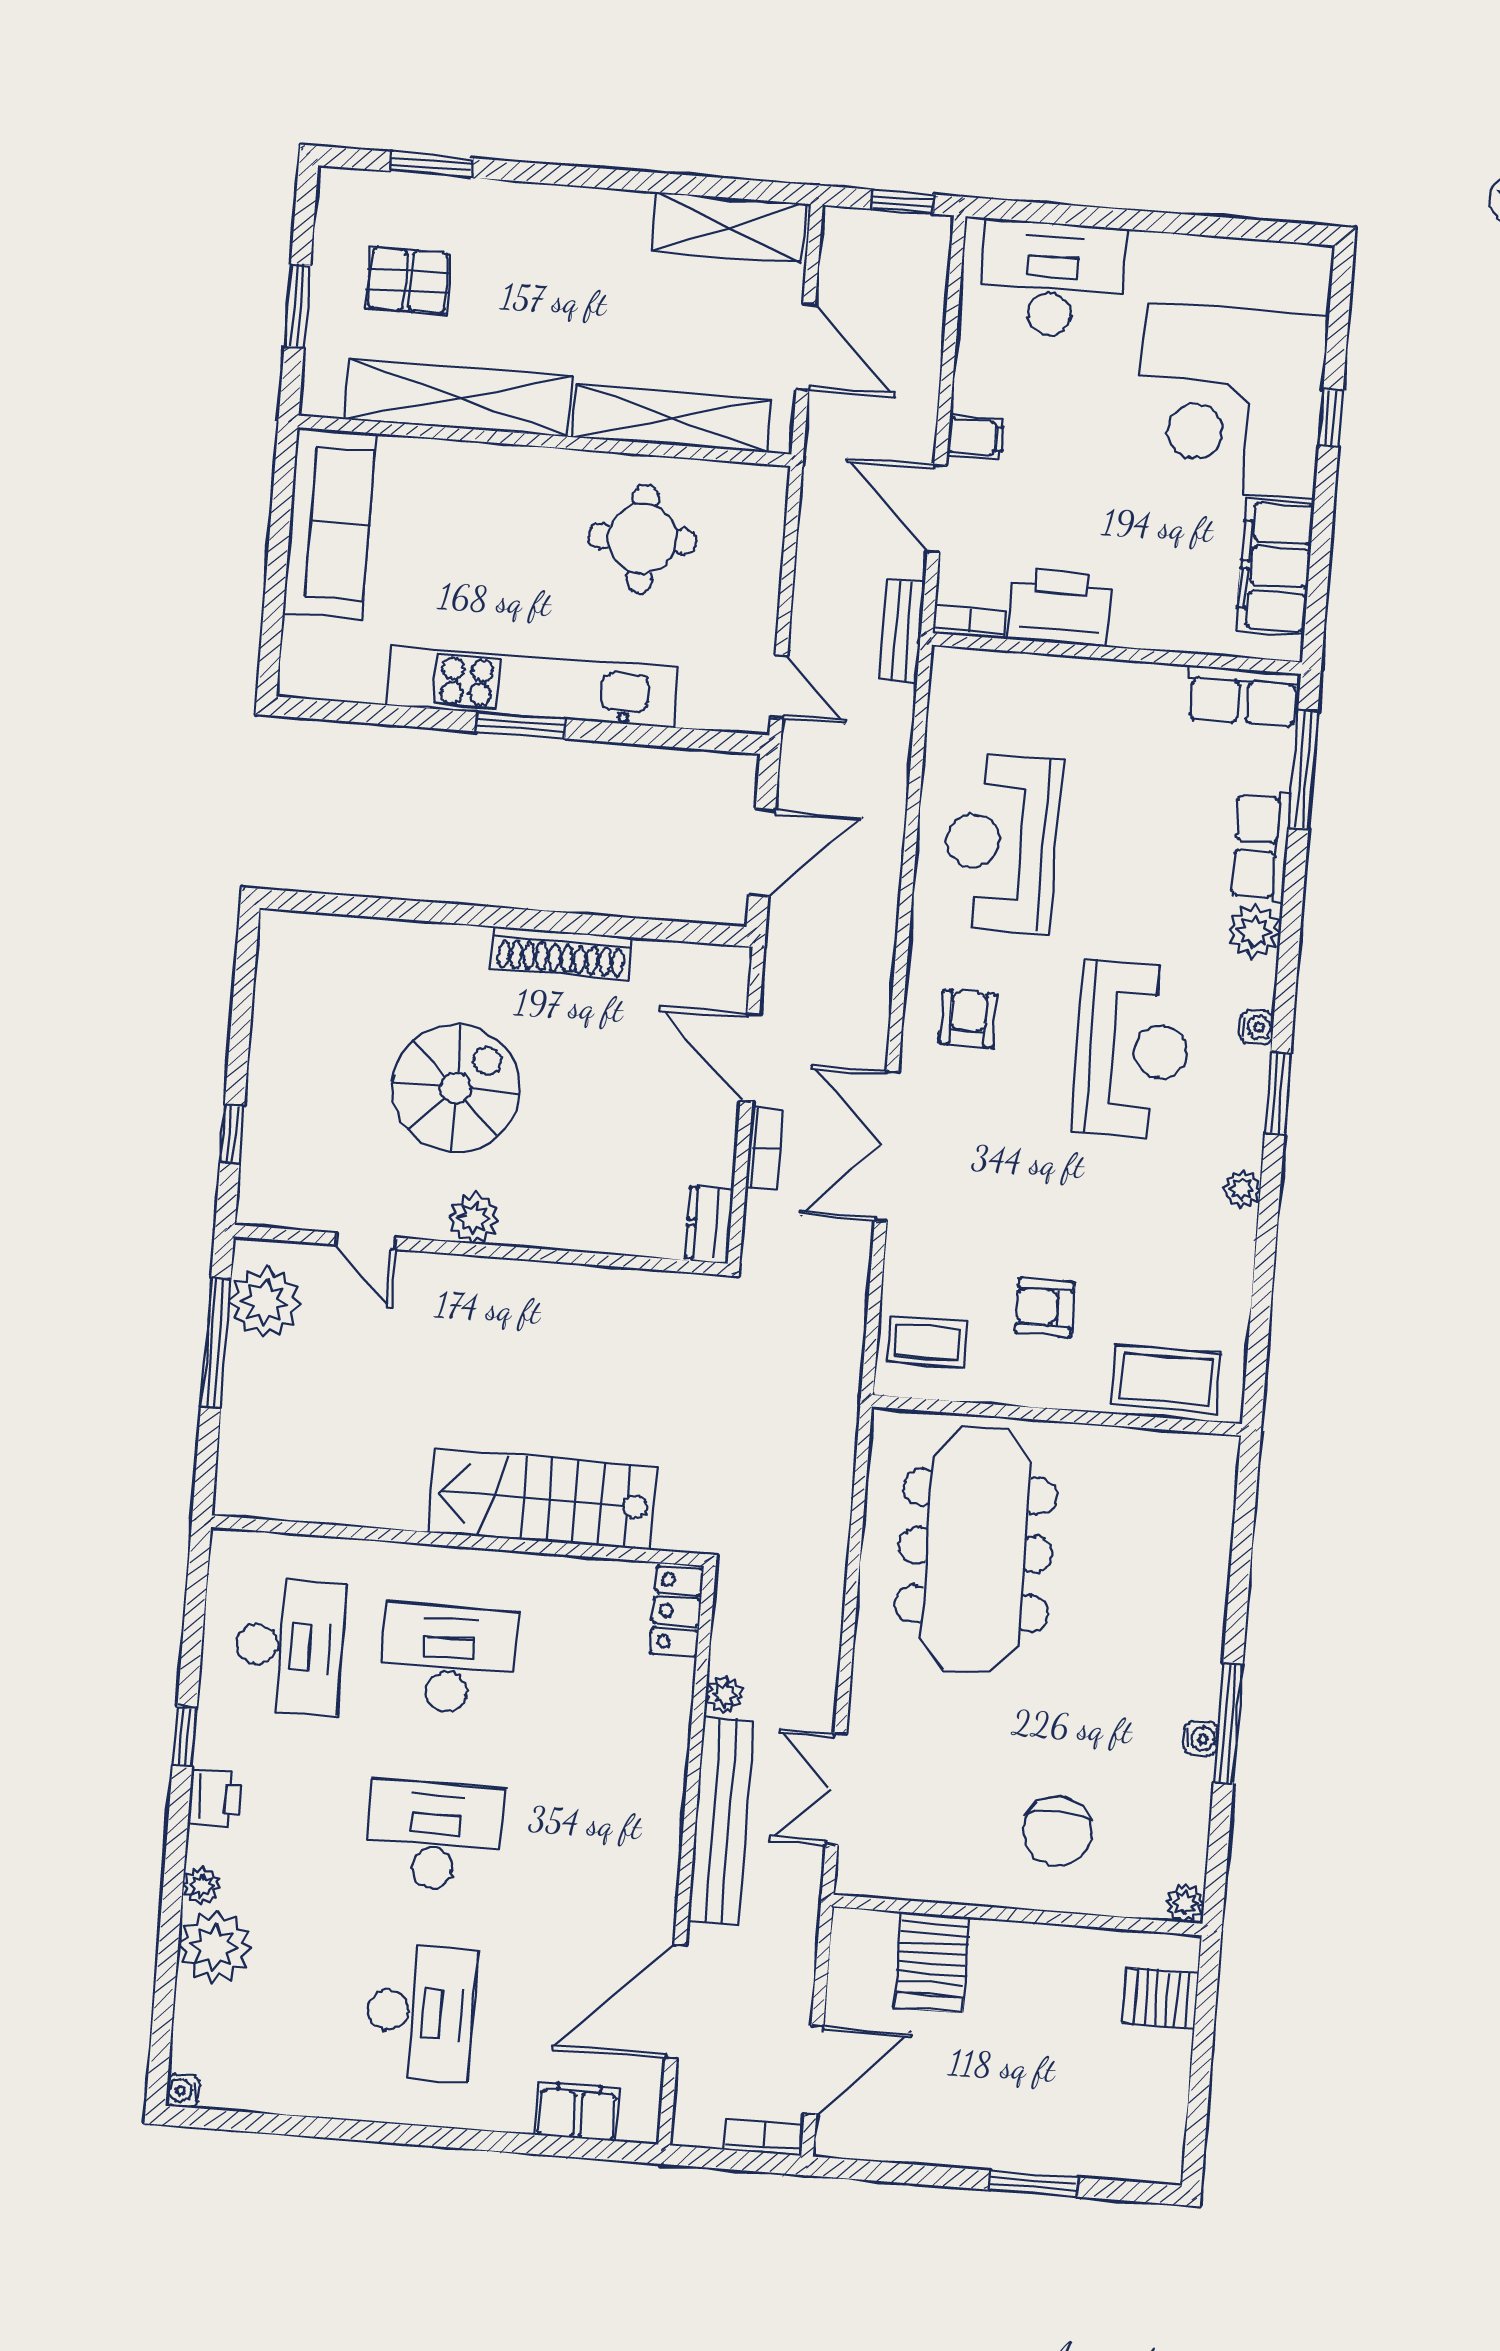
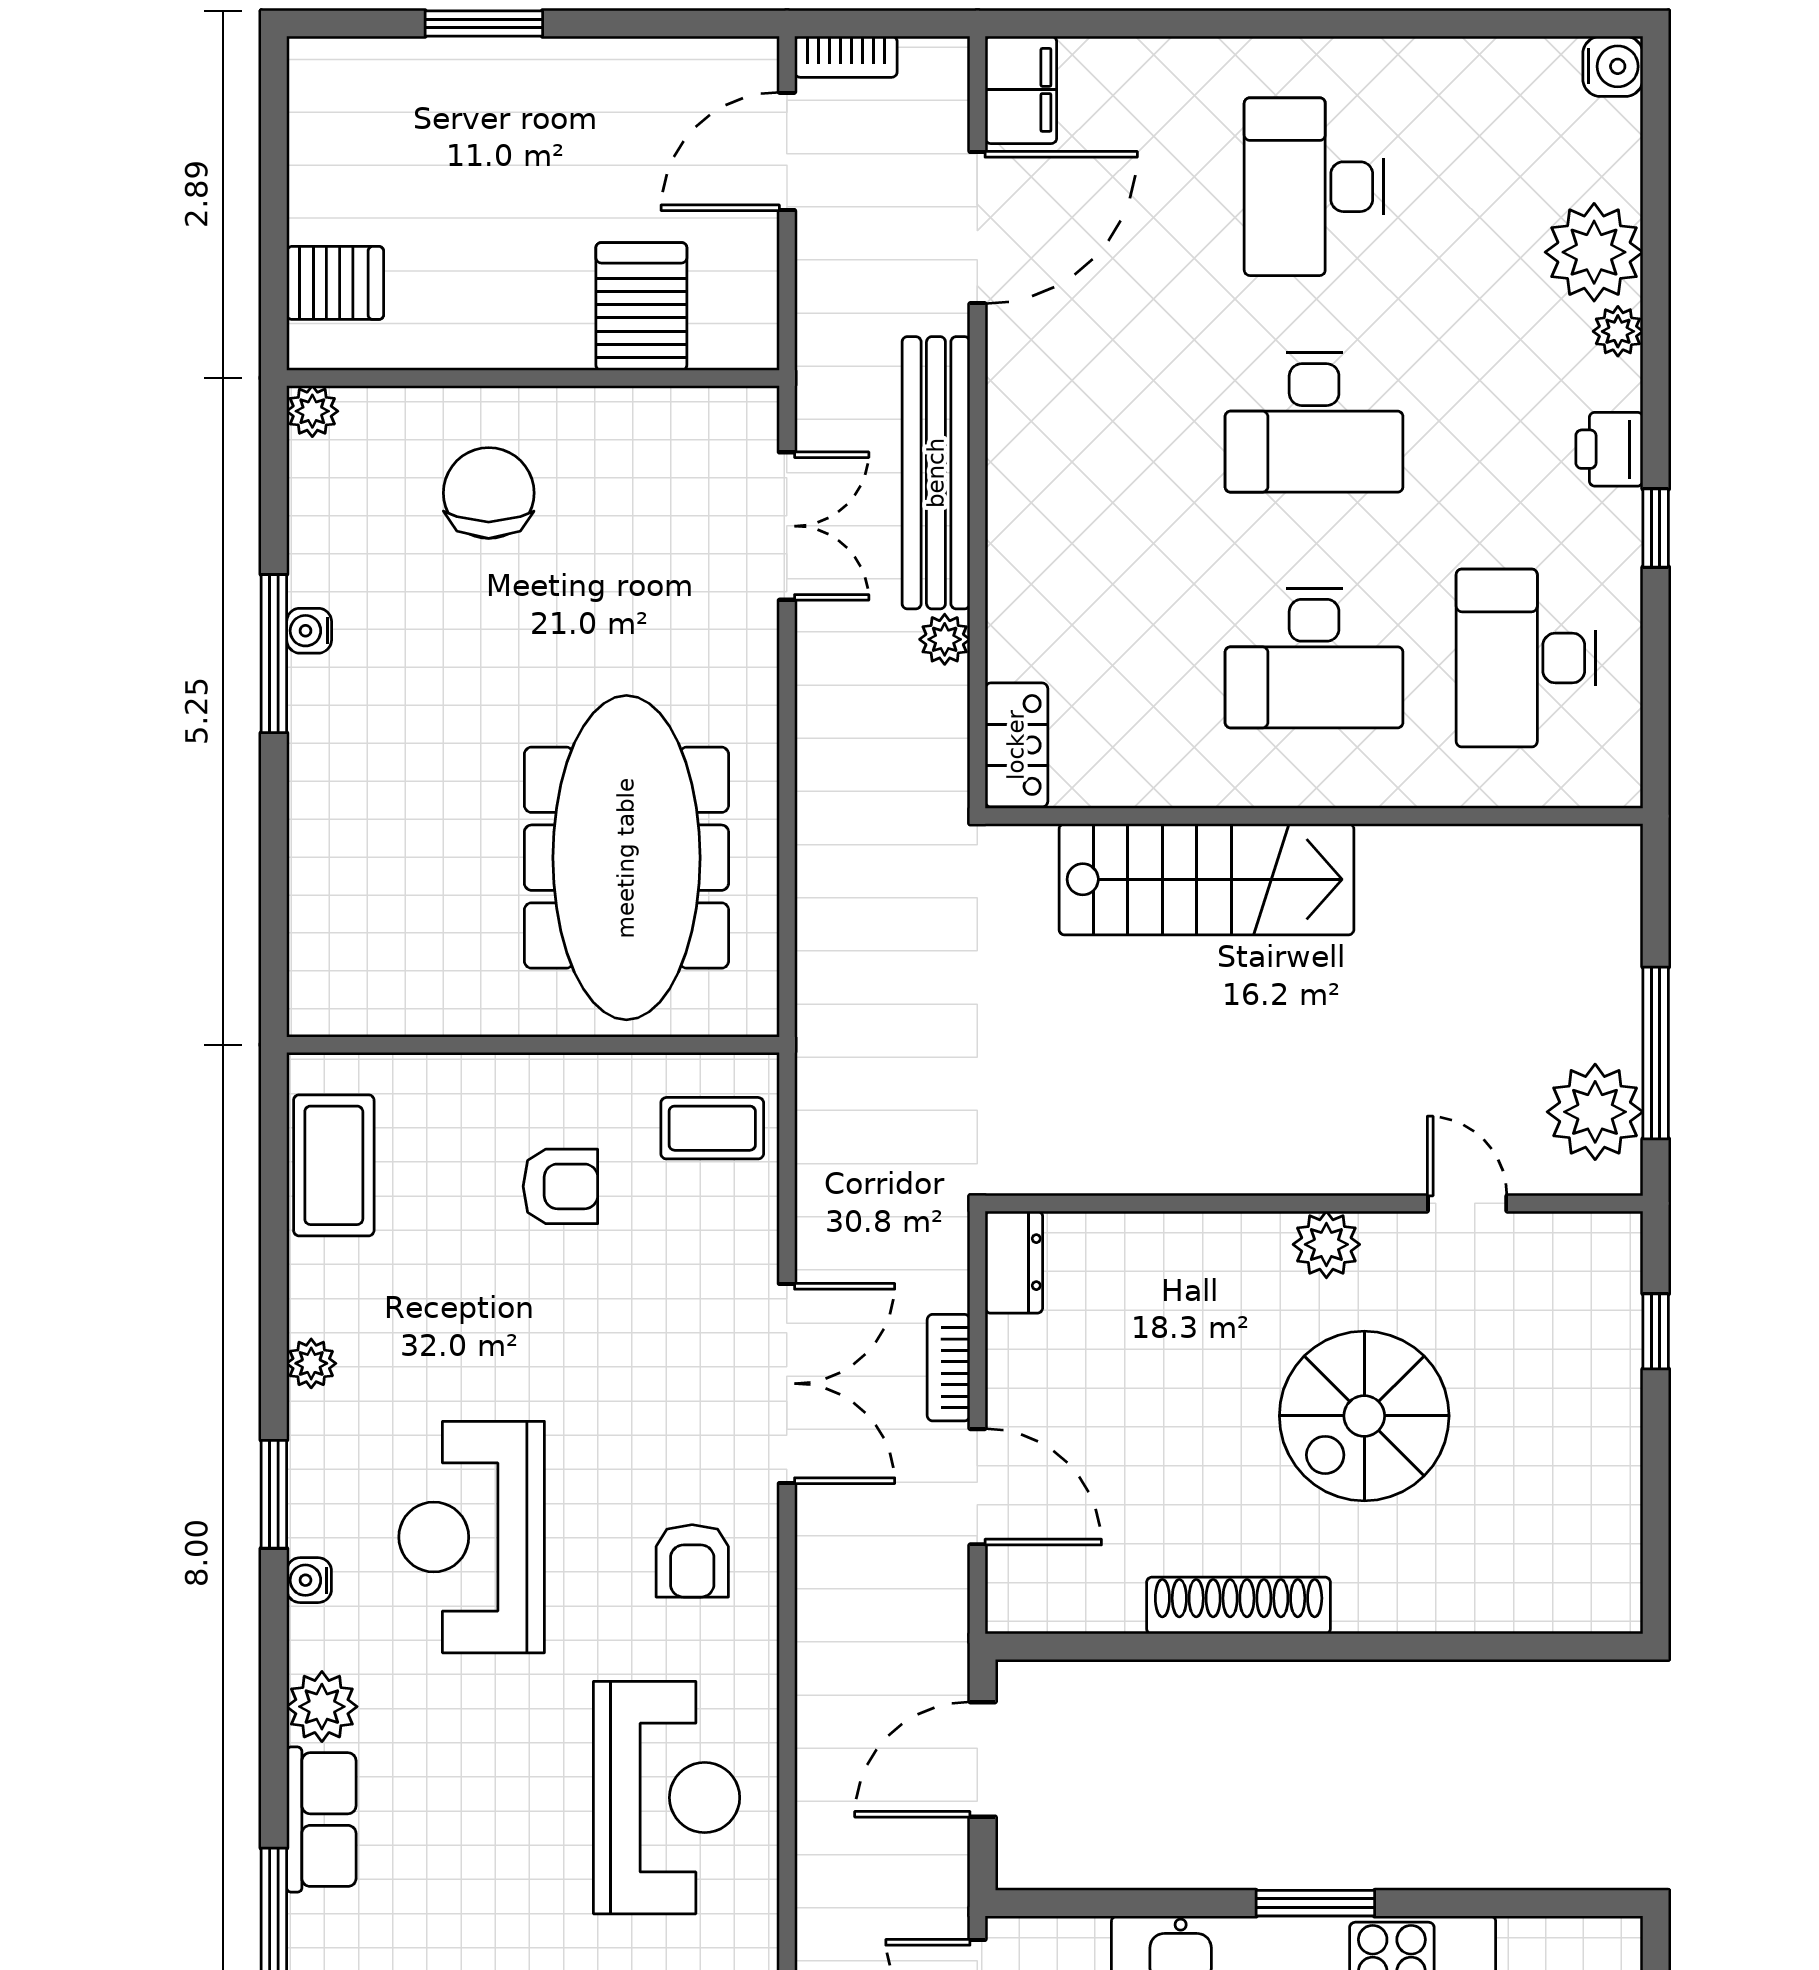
coffee table: (1166, 1379) -> (334, 1165), moved, turned 90
water cooler: (183, 2091) -> (1613, 66), width x1.38, depth x1.38
filing cabinet: (577, 2111) -> (1021, 90), moved, turned -90

